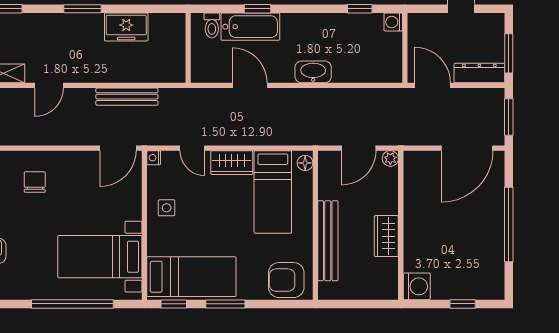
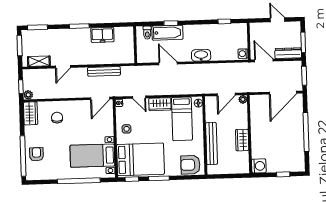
washing machine: (393, 22) -> (243, 54), moved
bed: (191, 277) -> (140, 159), width x1.50

